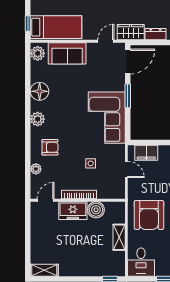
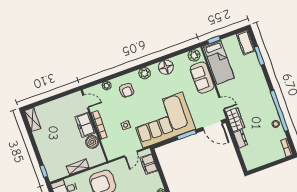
corner sofa: (107, 118) -> (163, 120), width x1.36, depth x1.36

